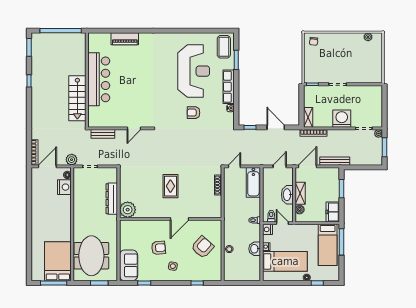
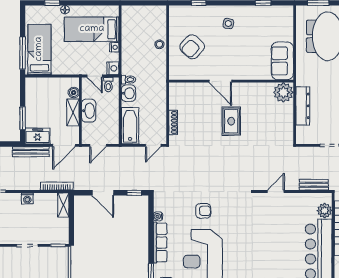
plant: (94, 113) -> (325, 211), added
washing machine: (342, 119) -> (27, 199), width x0.53, depth x0.53
freezer: (333, 212) -> (38, 136), moved, turned -90
door: (179, 219) -> (220, 81), swing flipped
armchair: (159, 248) -> (246, 46), removed
washbasin: (255, 249) -> (128, 93), moved
sofa: (129, 265) -> (282, 61), moved

